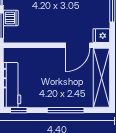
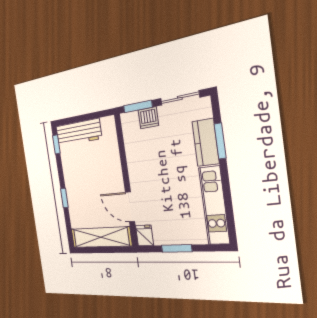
window: (66, 110) -> (64, 198), width x0.46

